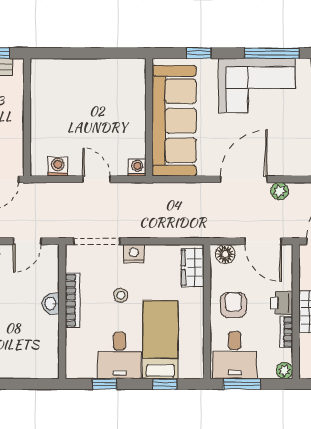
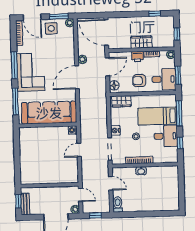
window: (199, 53) -> (15, 101), width x2.17
washing machine: (58, 166) -> (73, 169), removed
door: (244, 179) -> (77, 77), hinge flipped
window: (165, 384) -> (179, 113), width x2.17

